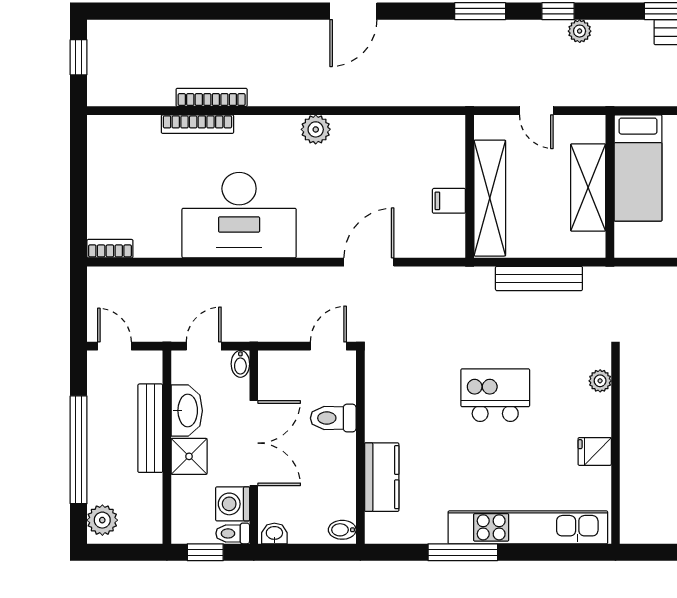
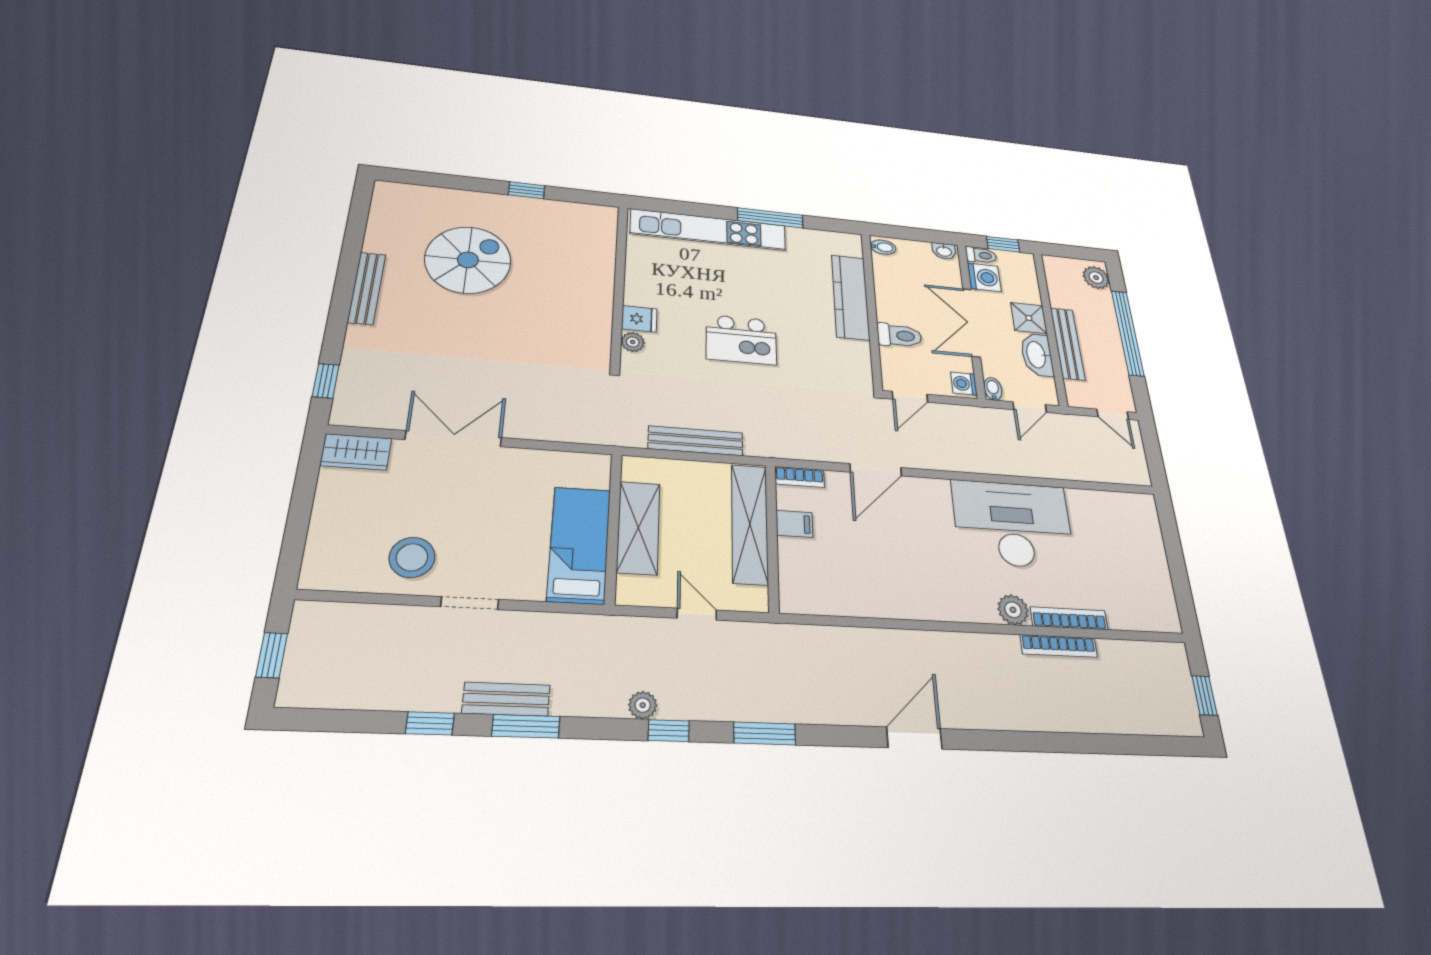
plant: (316, 129) -> (1013, 610), moved
bookcase: (110, 249) -> (800, 477), moved
washing machine: (271, 367) -> (964, 384), added
fridge: (595, 451) -> (639, 319), moved
kitchen counter: (382, 477) -> (850, 297), width x1.50

